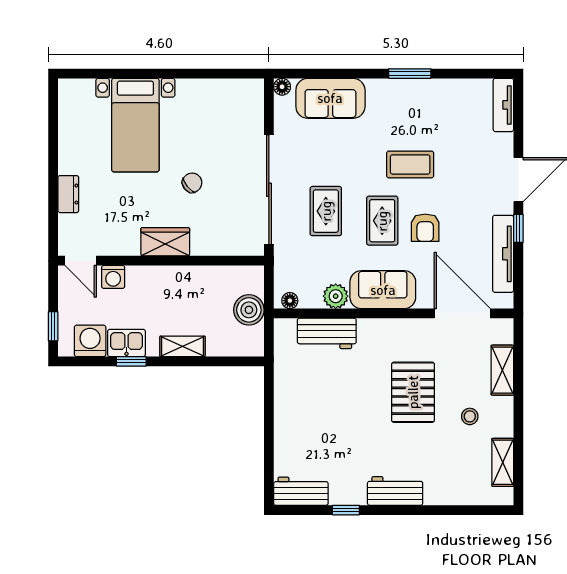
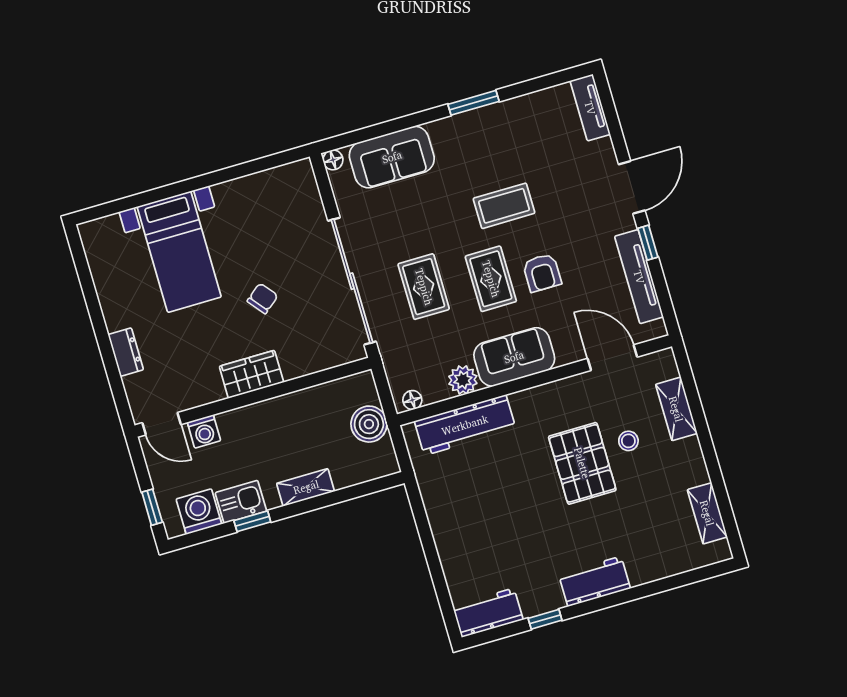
door: (462, 313) -> (612, 358), width x0.73
workbench: (327, 333) -> (465, 425), width x1.38
stool: (470, 416) -> (628, 441), moved

